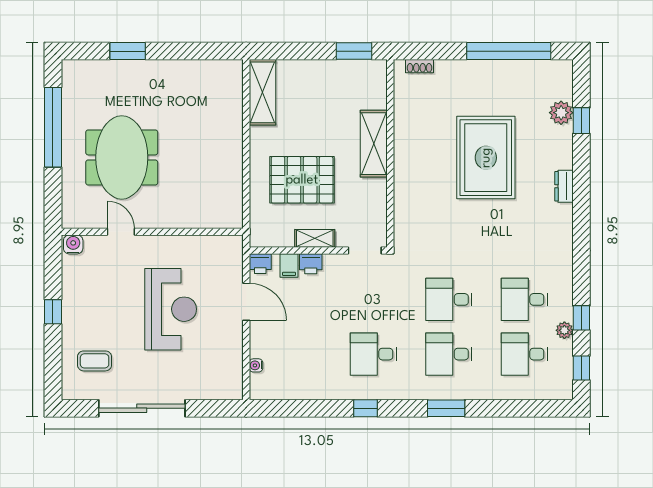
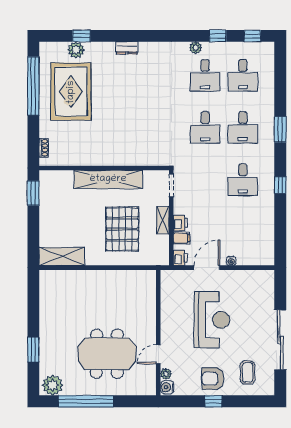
plant: (76, 79) -> (53, 385), added
shelving: (374, 144) -> (108, 179), width x1.47
rug: (486, 158) -> (71, 92), moved, turned 90
plant: (93, 243) -> (166, 374), added
reception desk: (171, 309) -> (212, 320), turned 90
armchair: (86, 311) -> (213, 379), added
plant: (564, 330) -> (196, 48), moved
water cooler: (256, 365) -> (231, 261), moved

